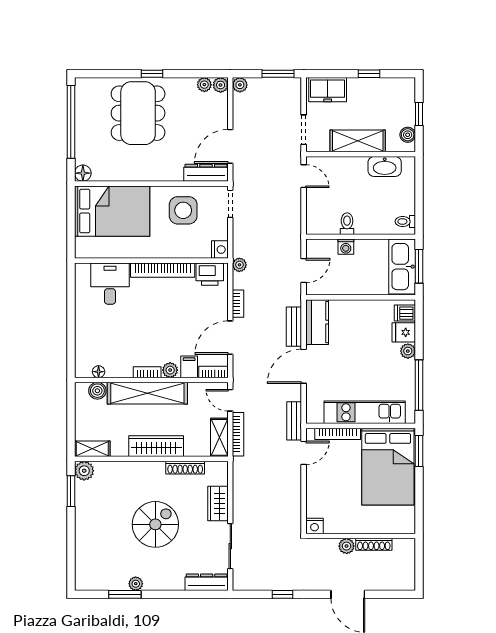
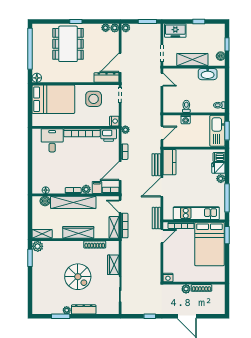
spiral stairs: (155, 524) -> (78, 277), turned 90
dresser: (207, 582) -> (84, 309), moved

